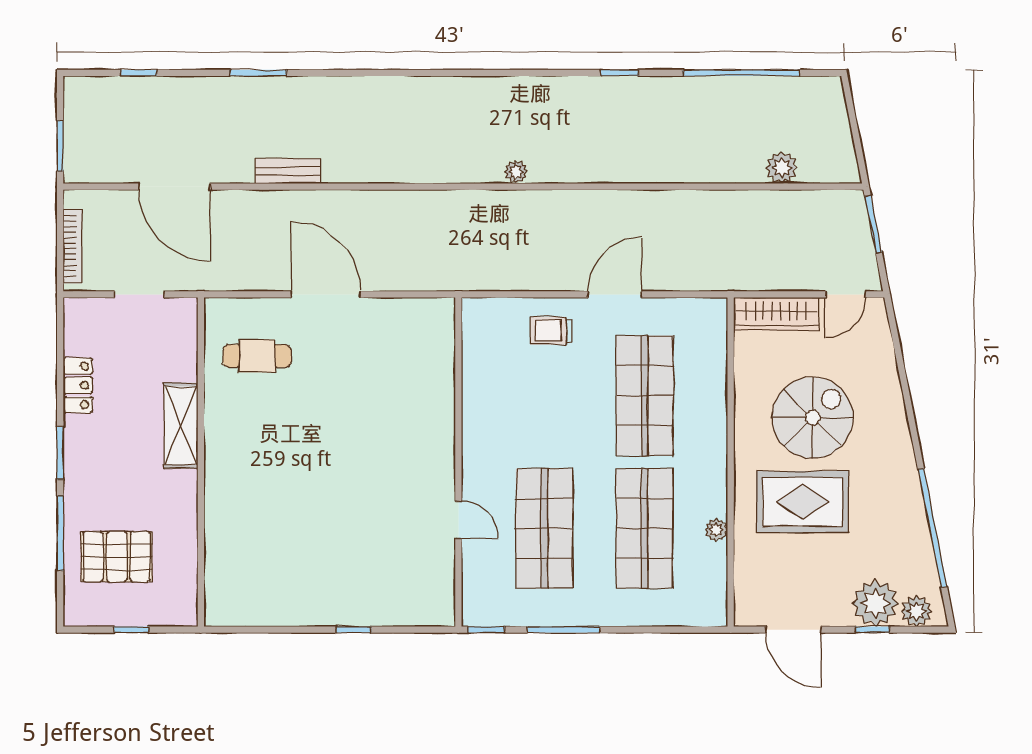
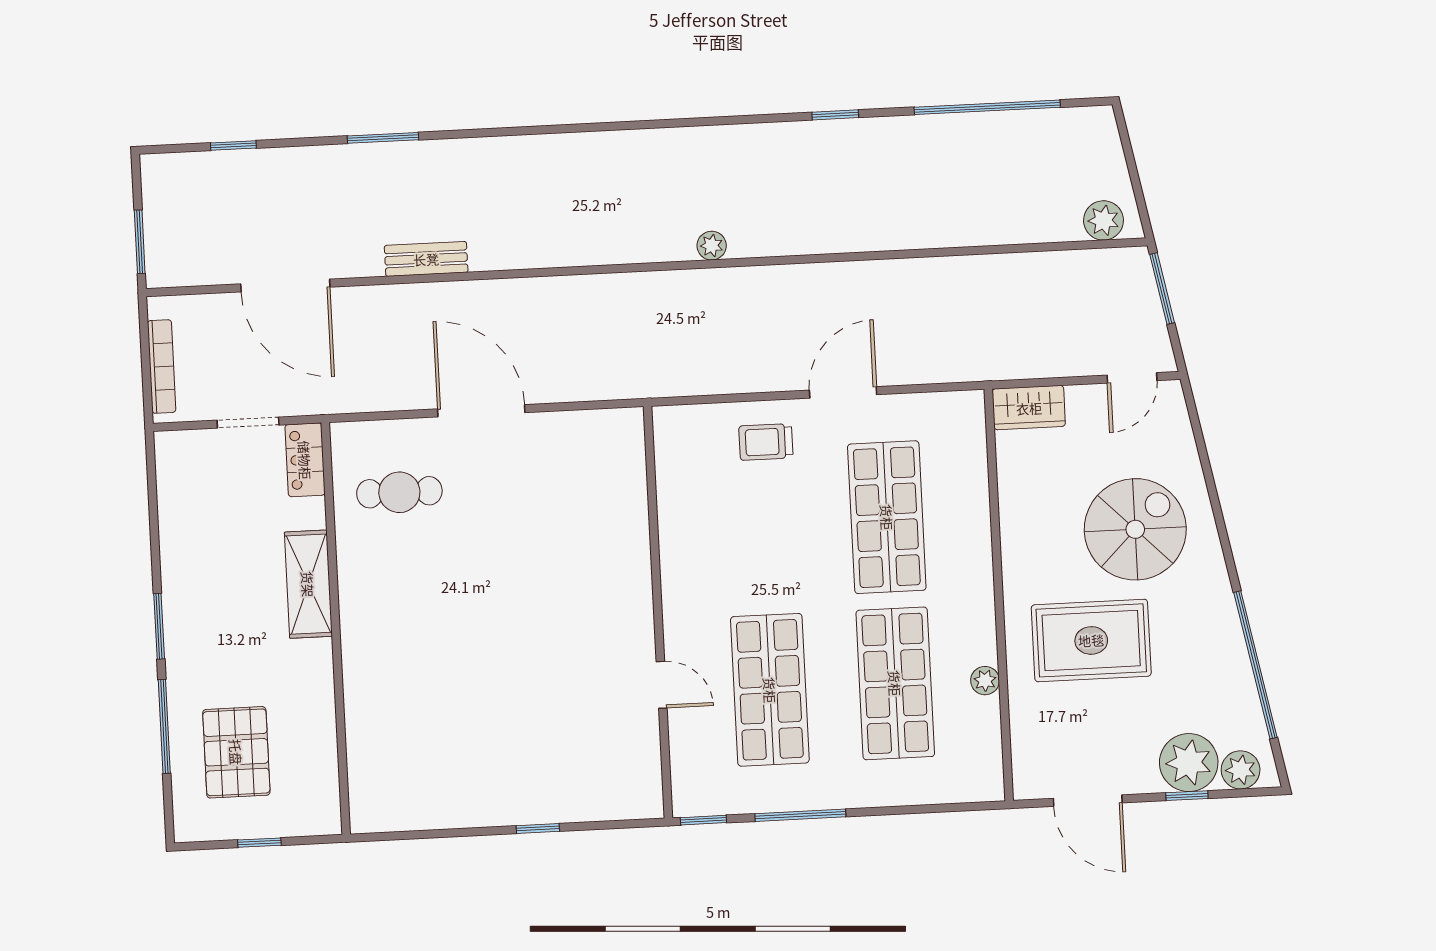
plant: (782, 168) -> (1104, 220), moved
wardrobe: (776, 314) -> (1029, 408), width x0.67
locker: (78, 385) -> (305, 460), moved, turned 180
spiral stairs: (813, 418) -> (1135, 529), moved
pallet: (117, 557) -> (236, 752), turned 90

